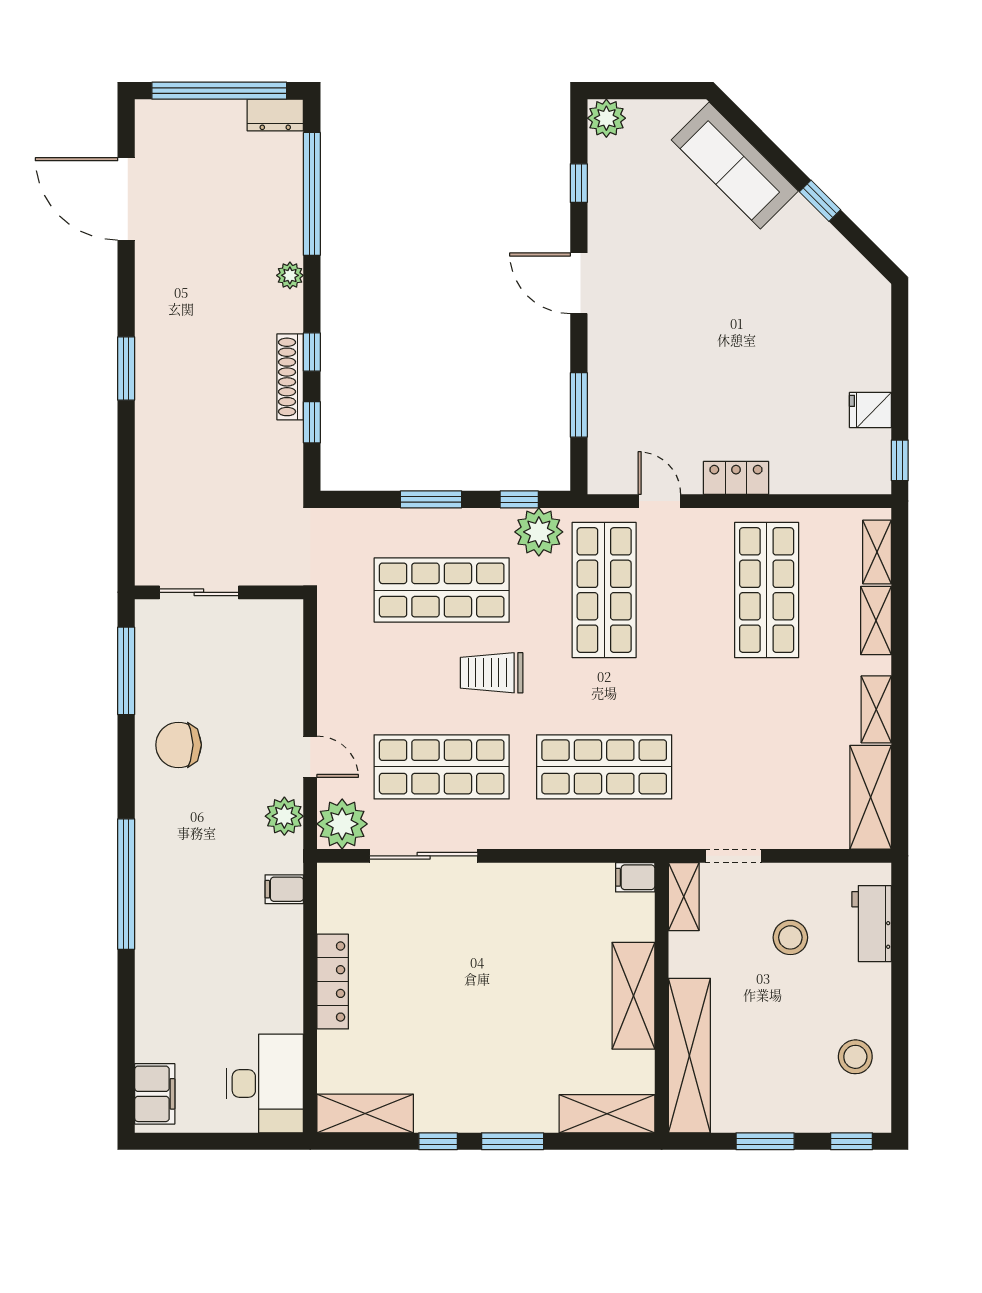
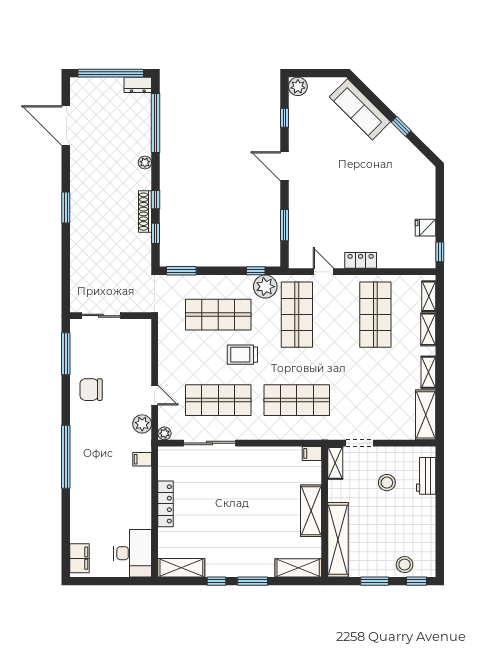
window: (431, 499) -> (181, 271), moved
plant: (342, 824) -> (164, 433), width x0.53, depth x0.53
stool: (855, 1057) -> (405, 565), moved

